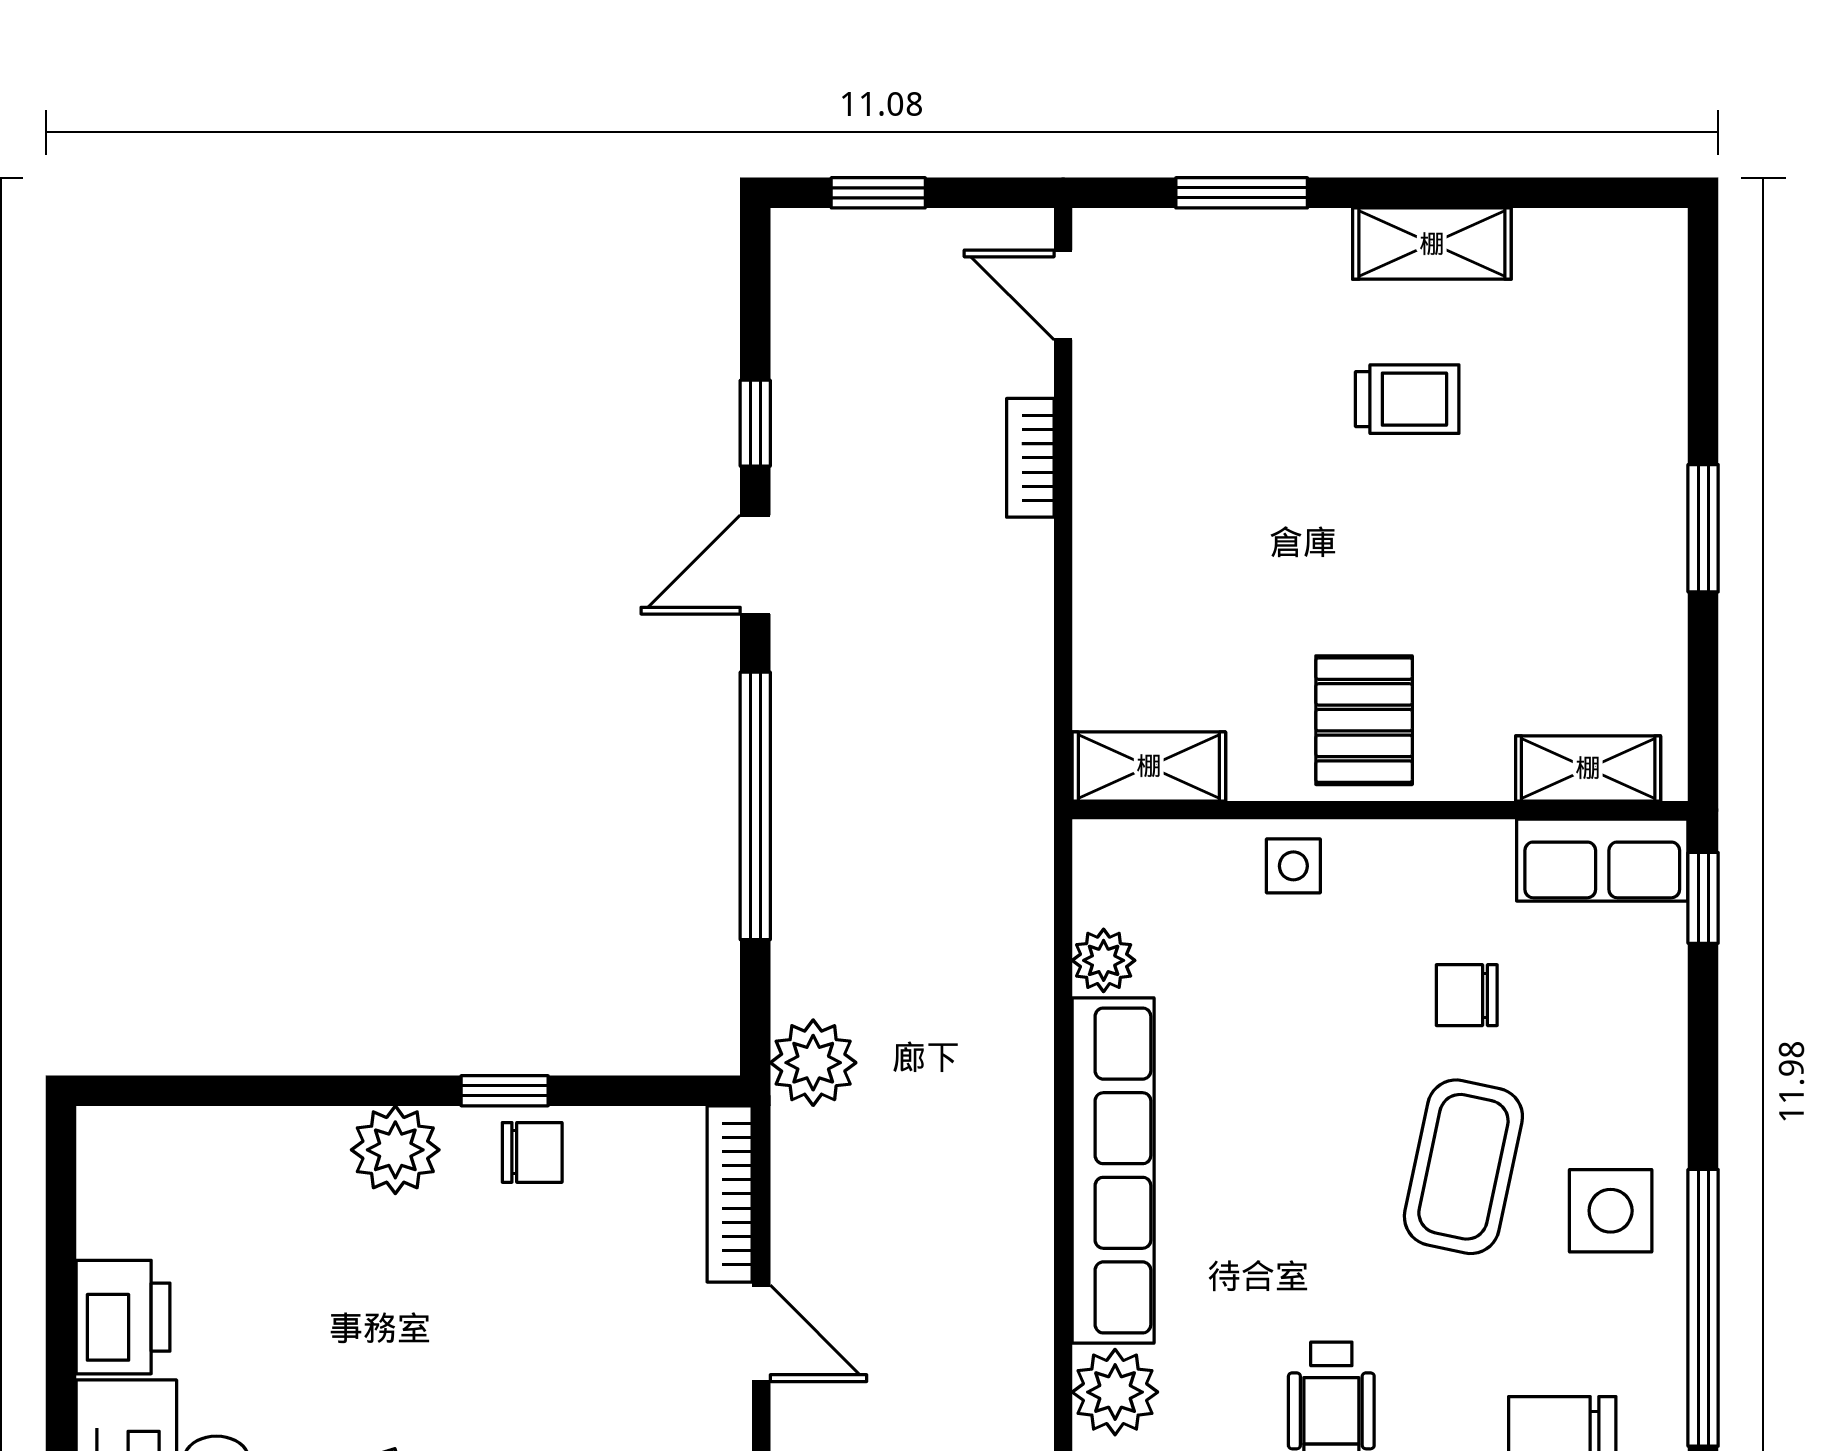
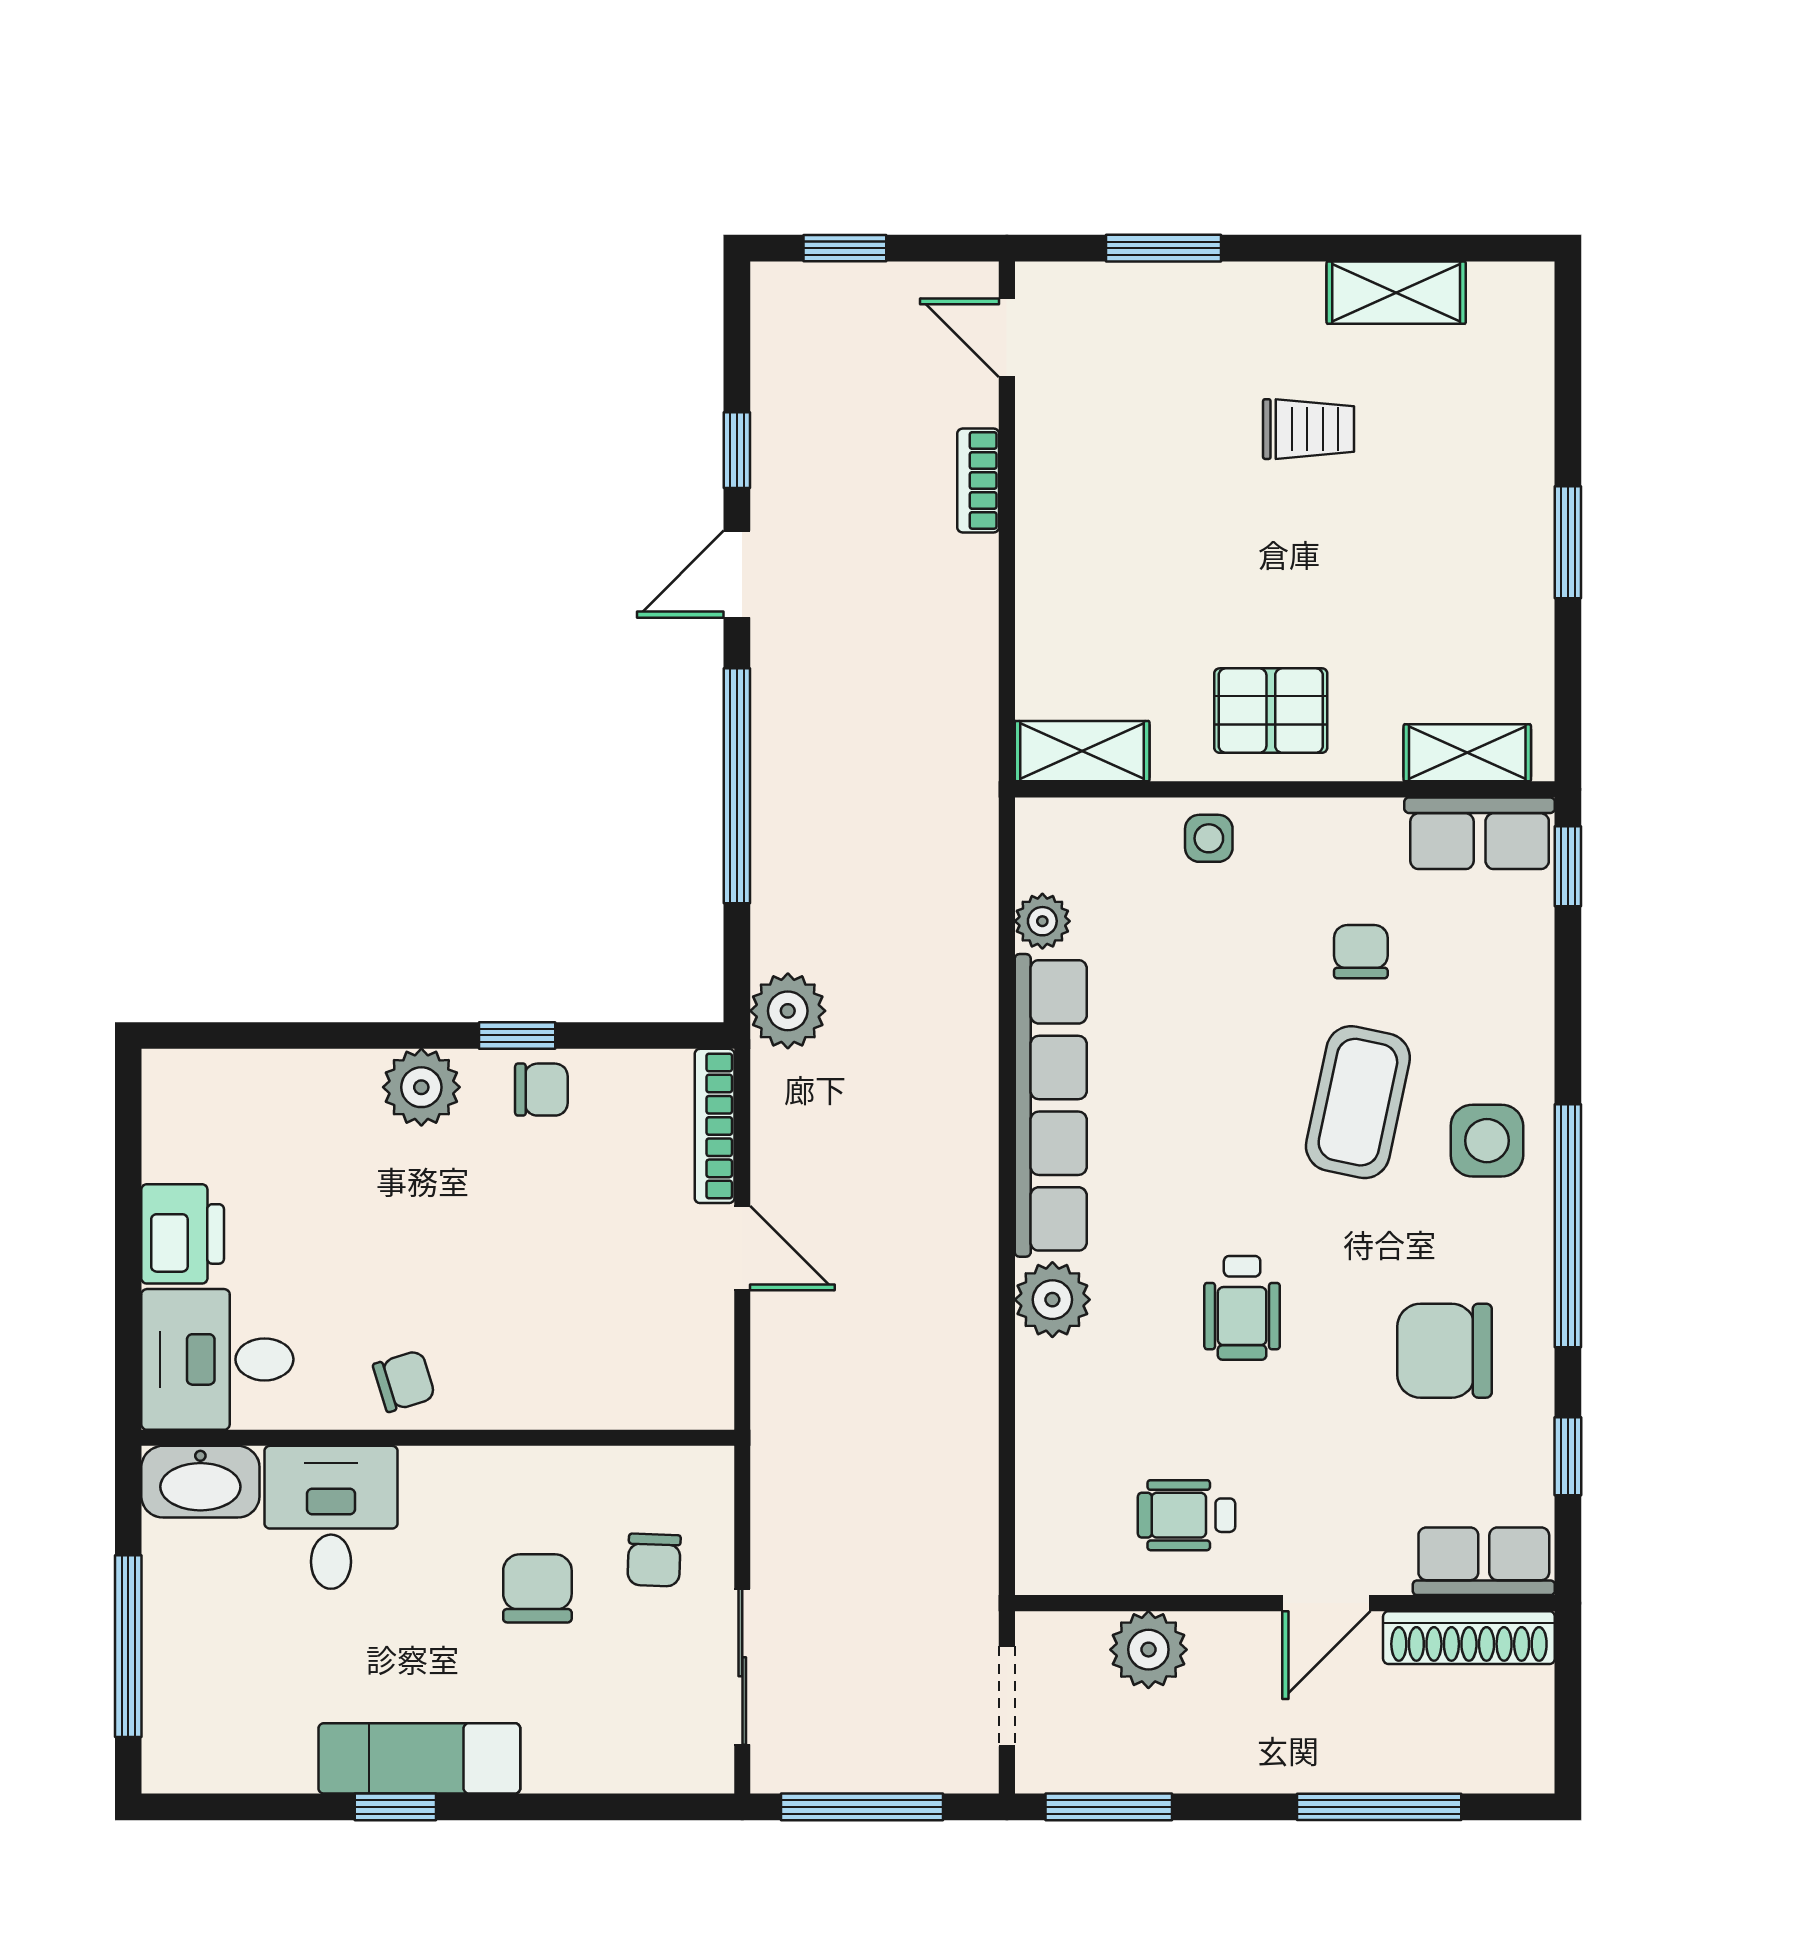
shelving: (1432, 244) -> (1396, 293), moved
pallet: (1364, 720) -> (1271, 711), turned 90
chair: (1467, 995) -> (1361, 952), turned 90

